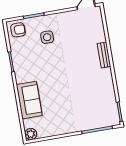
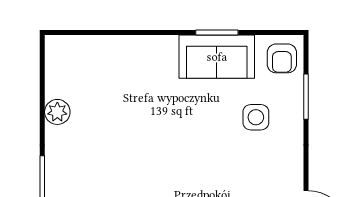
sofa: (29, 100) -> (217, 57), moved
plant: (31, 134) -> (57, 112), moved

